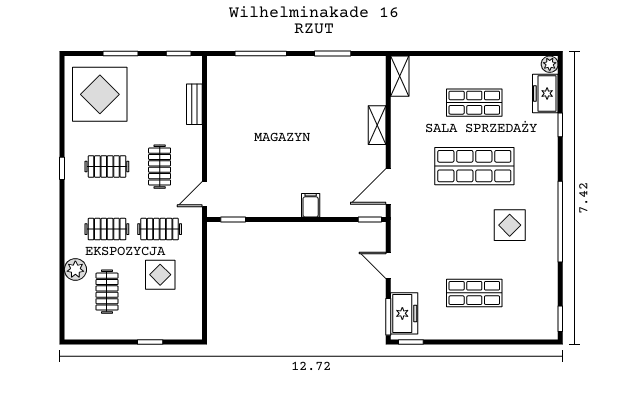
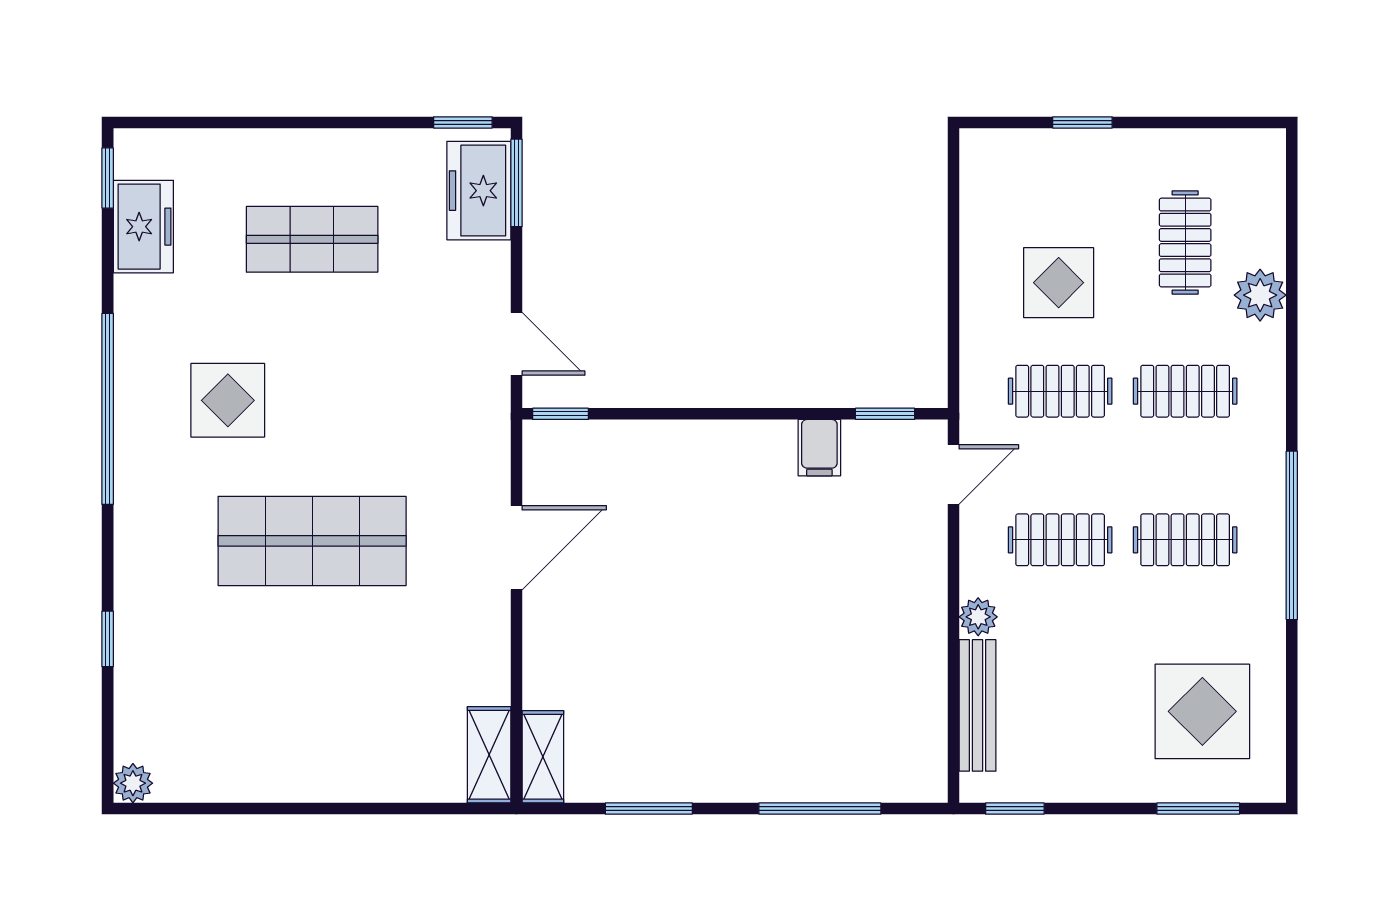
window: (120, 53) -> (1198, 809), moved
freezer: (545, 93) -> (143, 227), moved
display table: (100, 94) -> (1202, 711), width x0.73, depth x0.73
shop shelf: (474, 103) -> (312, 692), removed
bench: (194, 104) -> (978, 705), width x1.36
shelving: (377, 125) -> (543, 757), moved
plant: (194, 134) -> (978, 617), added
clothes rail: (160, 167) -> (1060, 540), turned 90
window: (62, 168) -> (1292, 535), width x3.17
door: (388, 186) -> (516, 548), moved
filing cabinet: (311, 205) -> (819, 448), moved
door: (388, 265) -> (516, 344), moved

